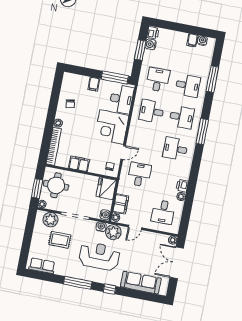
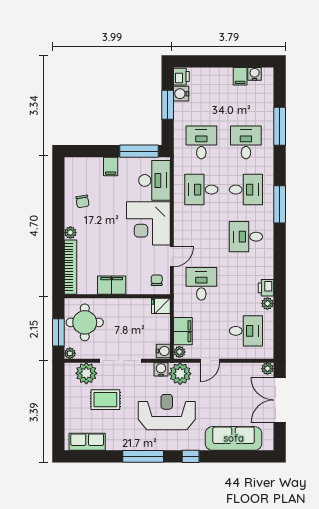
desk: (188, 86) -> (246, 142), turned -90
fridge: (106, 188) -> (161, 306), width x0.53, depth x0.75
desk: (163, 212) -> (246, 331), turned -90

